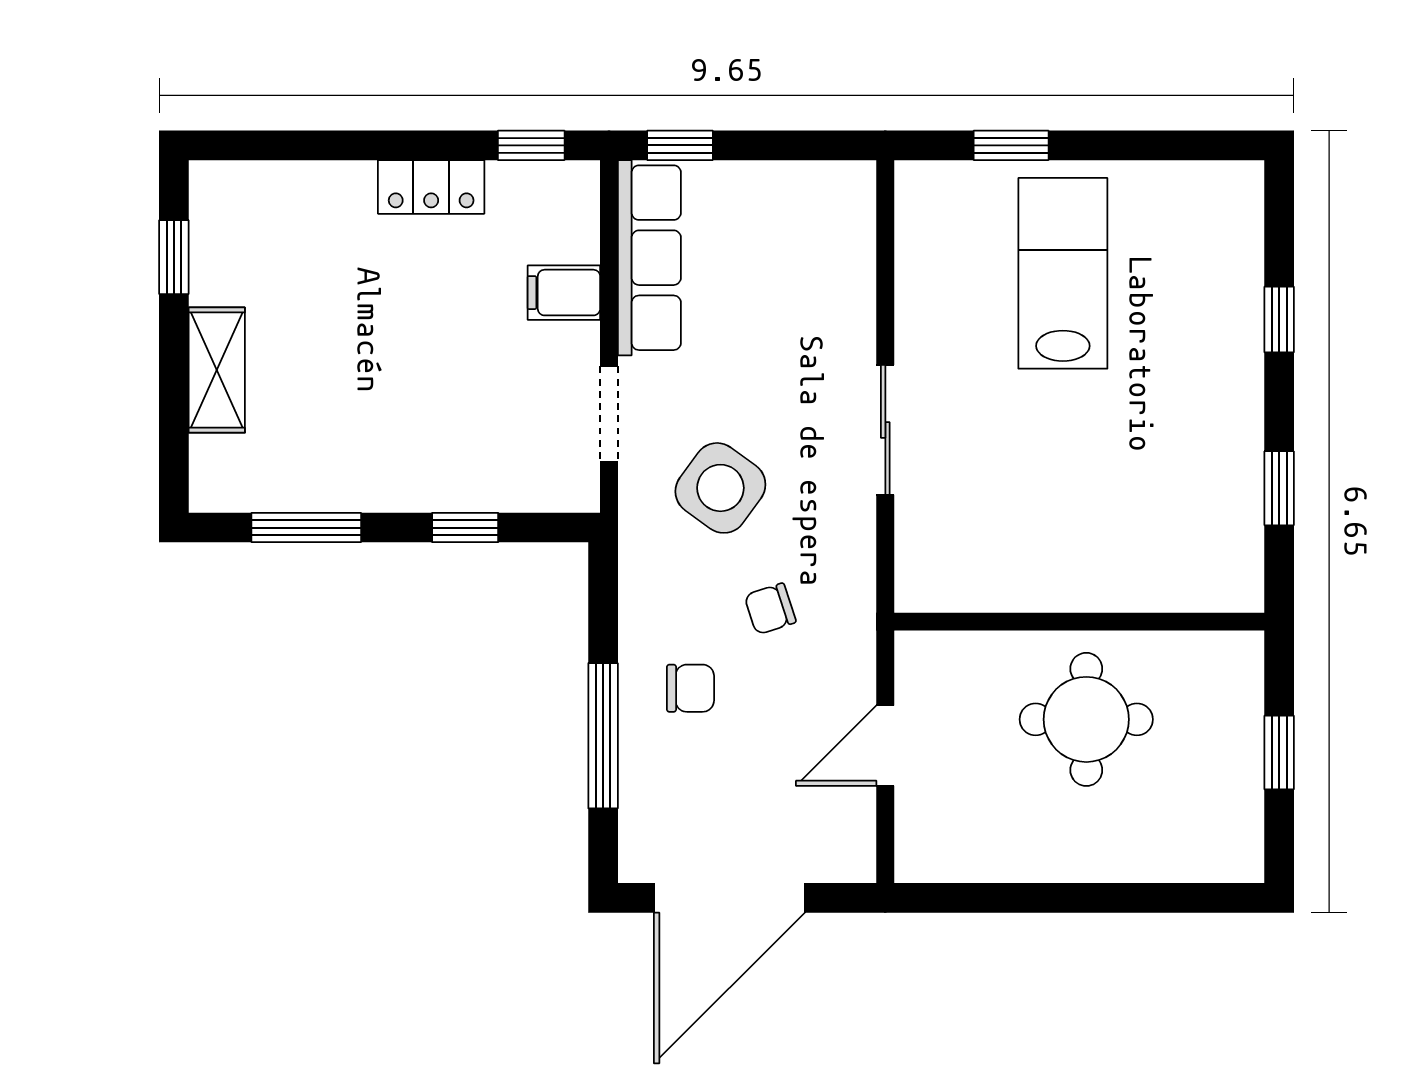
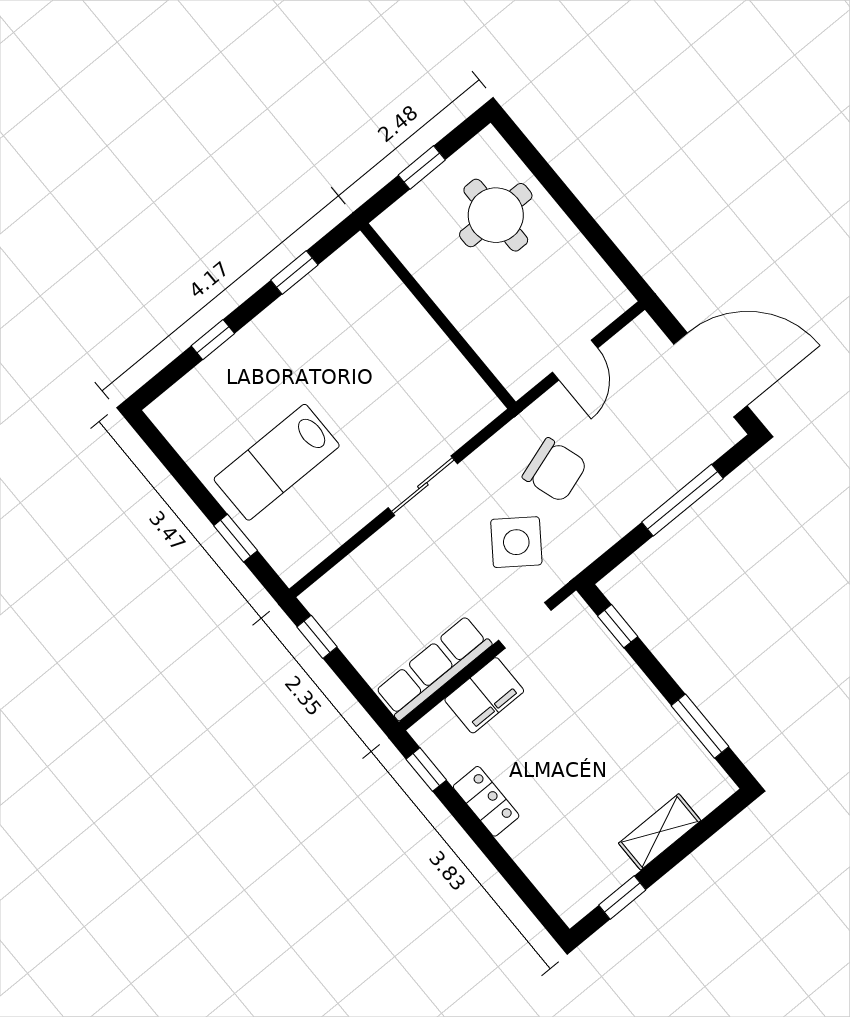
window: (680, 145) -> (317, 637), moved
filing cabinet: (564, 293) -> (484, 695), width x2.00
window: (465, 528) -> (618, 626), moved
chair: (770, 609) -> (555, 470), width x1.87, depth x1.87
chair: (690, 688) -> (625, 477), removed
round table: (1086, 719) -> (496, 215), moved
door: (885, 746) -> (575, 360), hinge flipped

